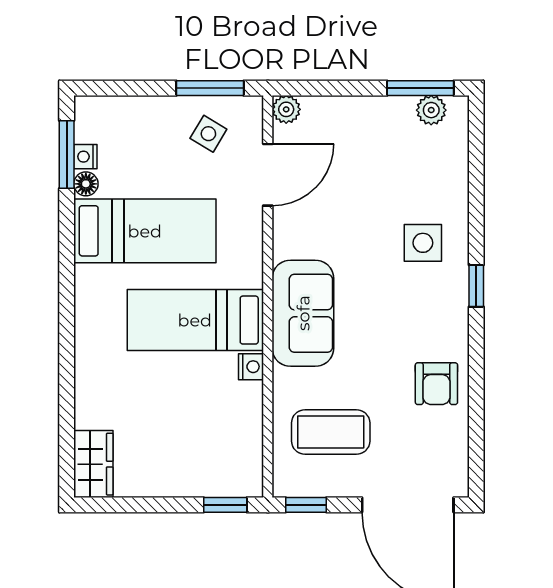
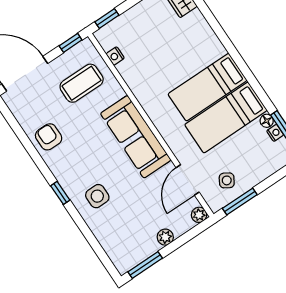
plant: (431, 110) -> (165, 237), moved
sofa: (303, 313) -> (136, 137), width x1.36
bed: (195, 320) -> (208, 87), moved, turned 180
nightstand: (251, 367) -> (115, 56), moved

